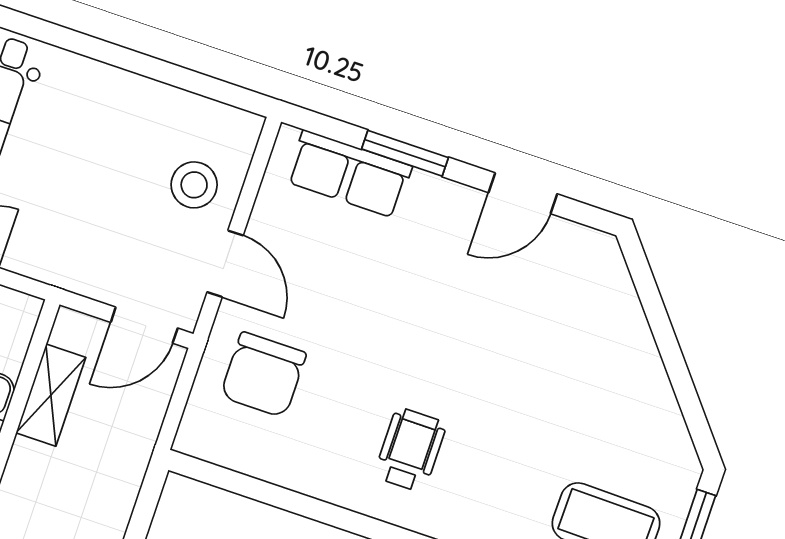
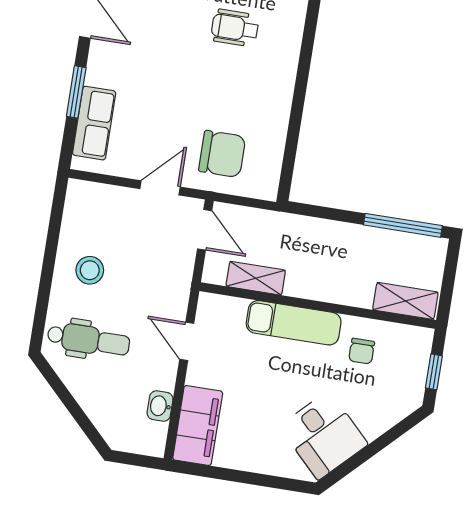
stool: (194, 185) -> (90, 270), moved
wheelchair: (410, 450) -> (235, 28), moved

